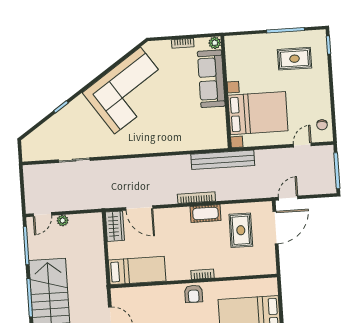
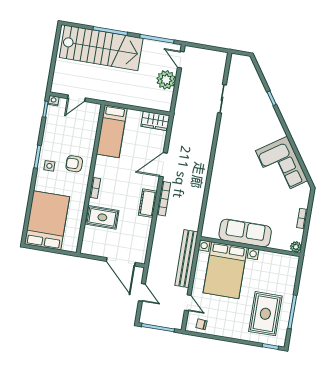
rug: (294, 59) -> (265, 314), width x1.36, depth x1.43
sofa: (211, 79) -> (245, 233), moved
corner sofa: (128, 90) -> (282, 166), width x0.73, depth x0.74
bench: (223, 160) -> (186, 259), moved
door: (288, 198) -> (142, 292), moved
door: (139, 208) -> (163, 165), moved
plant: (63, 221) -> (166, 80), width x1.88, depth x1.88
rug: (241, 230) -> (102, 217), moved
armchair: (193, 294) -> (74, 164), moved

